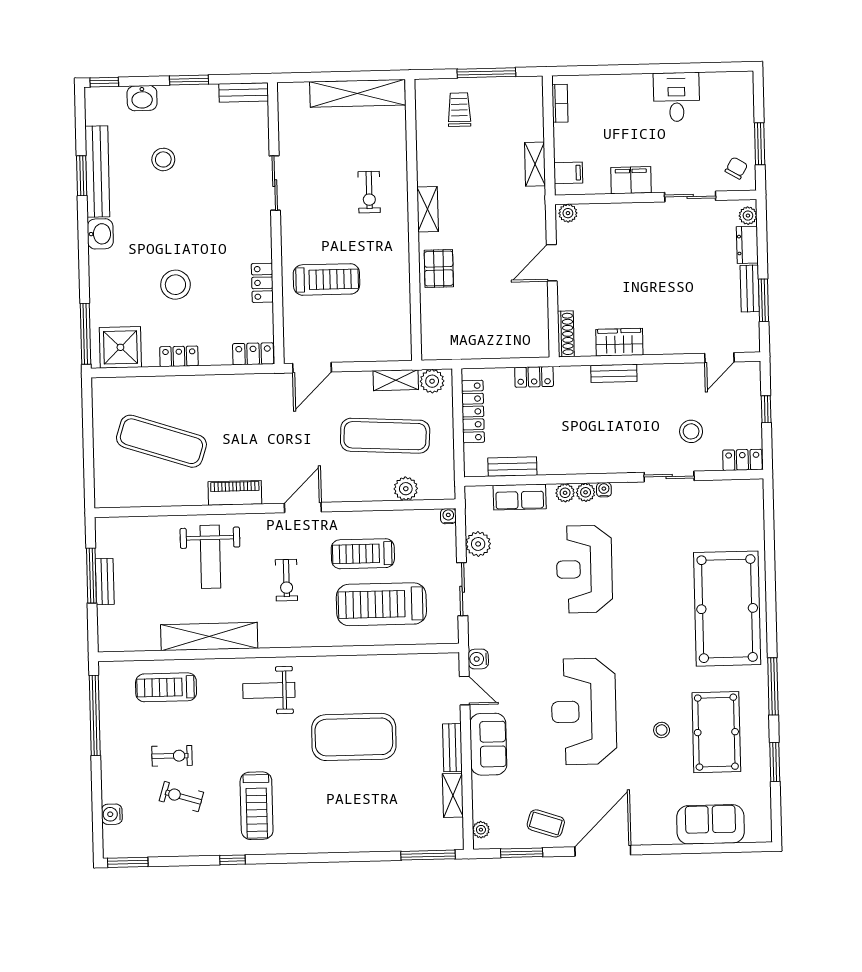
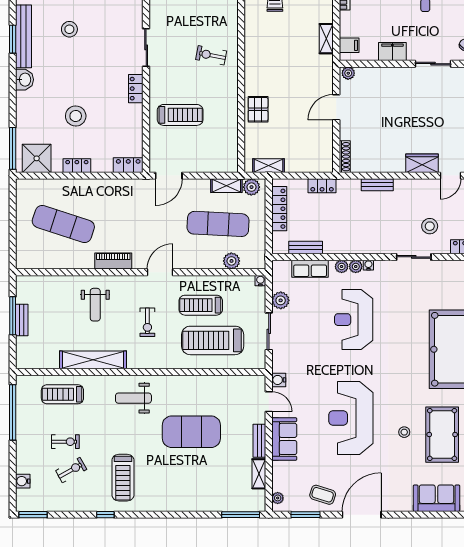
exercise bike: (369, 192) -> (211, 55), turned 101
shelving: (428, 209) -> (268, 166), moved, turned 90
locker: (262, 283) -> (136, 89), moved
wardrobe: (619, 342) -> (422, 163), moved
weight bench: (210, 557) -> (95, 305), width x0.73, depth x0.75
exercise bike: (181, 797) -> (71, 470), turned 134

